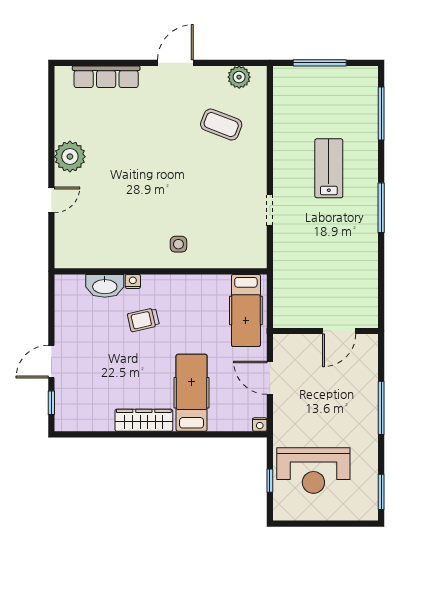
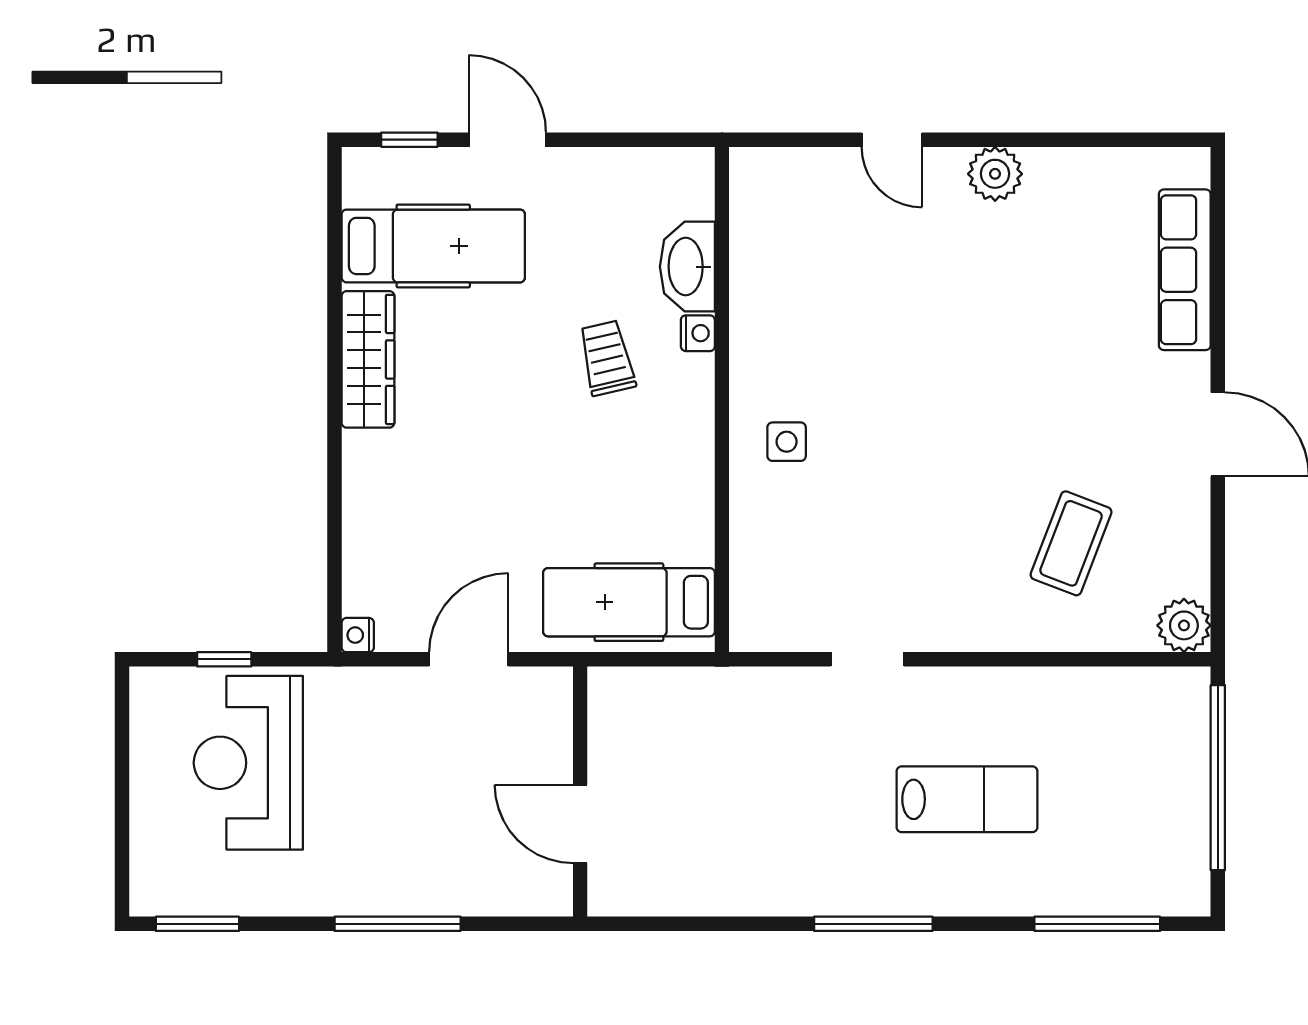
window: (320, 63) -> (1218, 778), width x1.46
plant: (239, 77) -> (1184, 625), moved
plant: (70, 157) -> (995, 174), width x0.73, depth x0.73
hospital bed: (192, 393) -> (433, 246), moved

